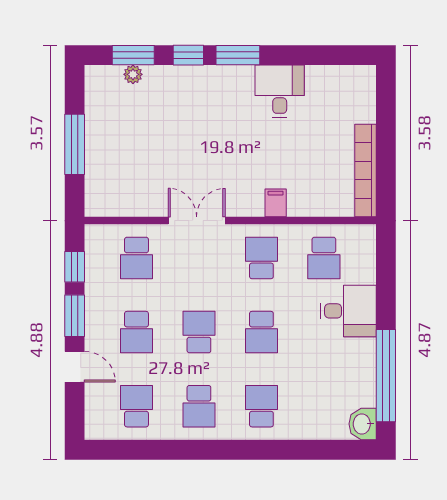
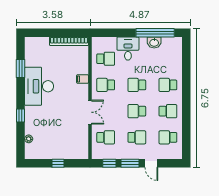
window: (133, 55) -> (21, 139), removed
window: (238, 55) -> (21, 69), moved
desk: (280, 91) -> (39, 86), width x1.87, depth x1.30
window: (75, 144) -> (58, 163), width x0.46
double door: (197, 221) -> (90, 112), swing flipped
school desk: (261, 332) -> (137, 85), turned 180
door: (75, 367) -> (151, 163), swing flipped
washbasin: (363, 424) -> (154, 42), moved

